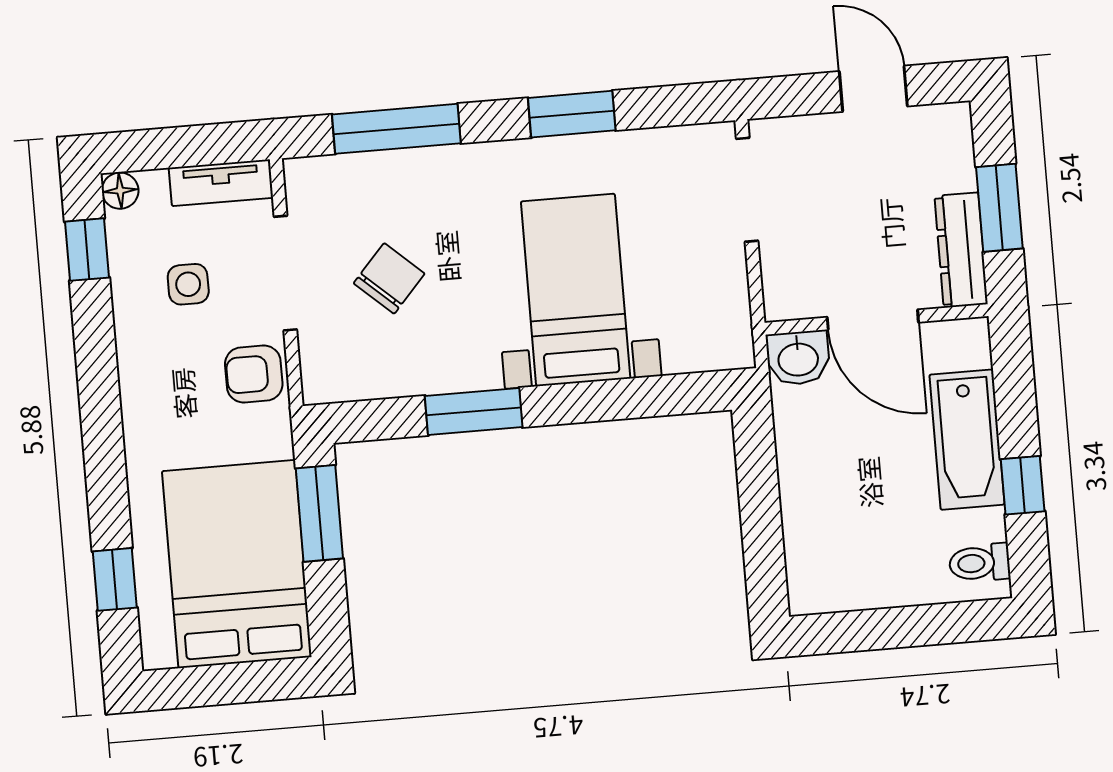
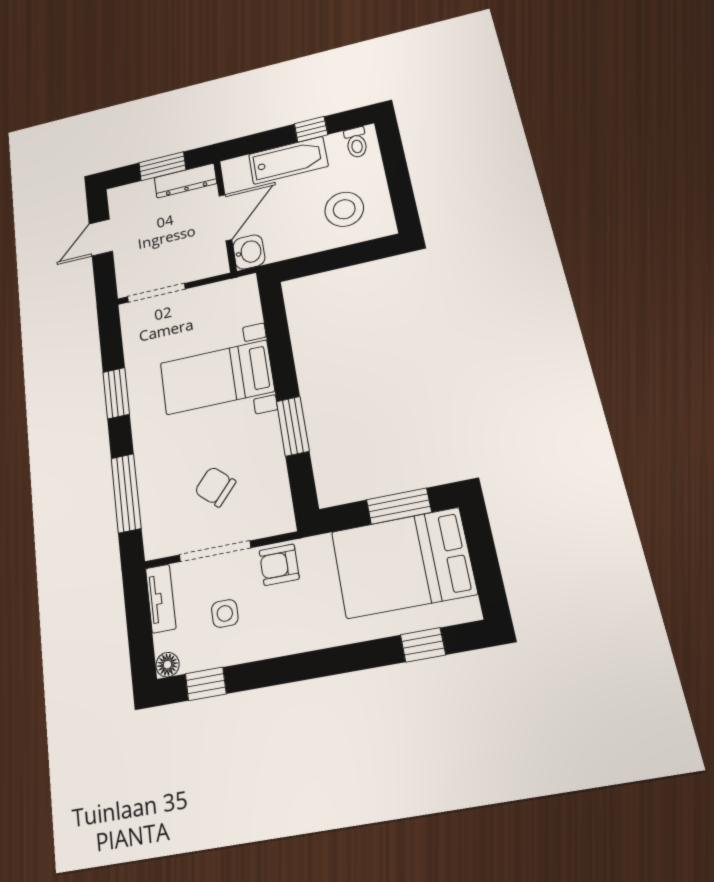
armchair: (254, 374) -> (279, 565), turned 90
window: (319, 513) -> (399, 506), moved
stool: (851, 530) -> (344, 209), added

